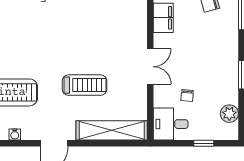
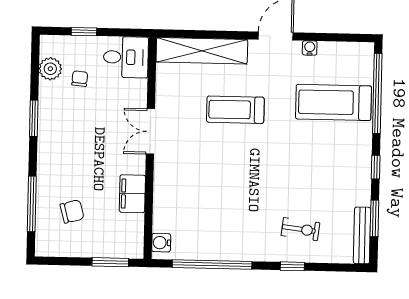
chair: (187, 95) -> (80, 79), moved
water cooler: (15, 134) -> (310, 48), moved

